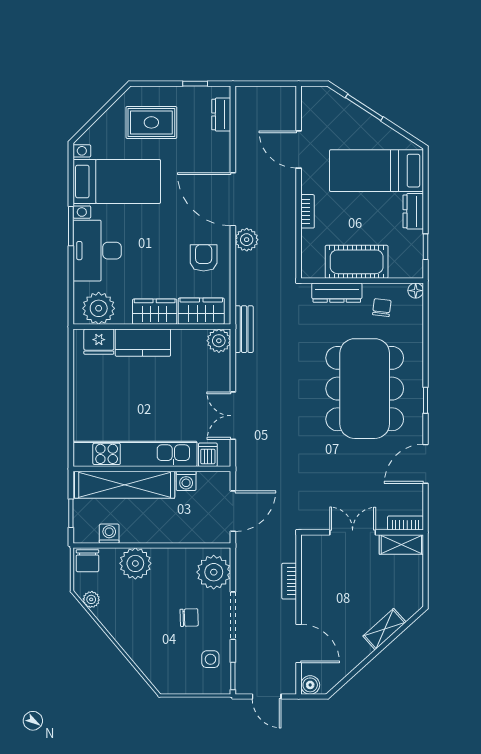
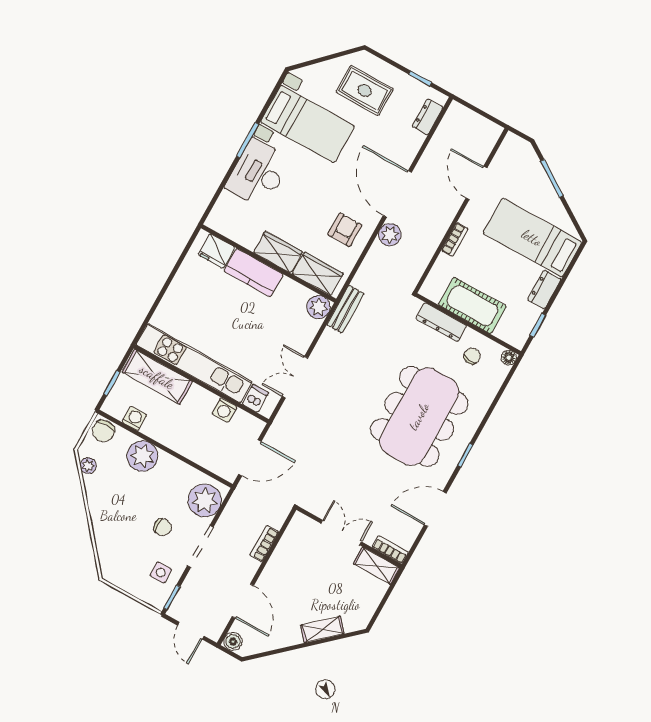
plant: (99, 308) -> (232, 223), removed
shelving: (125, 485) -> (157, 377), width x0.68

